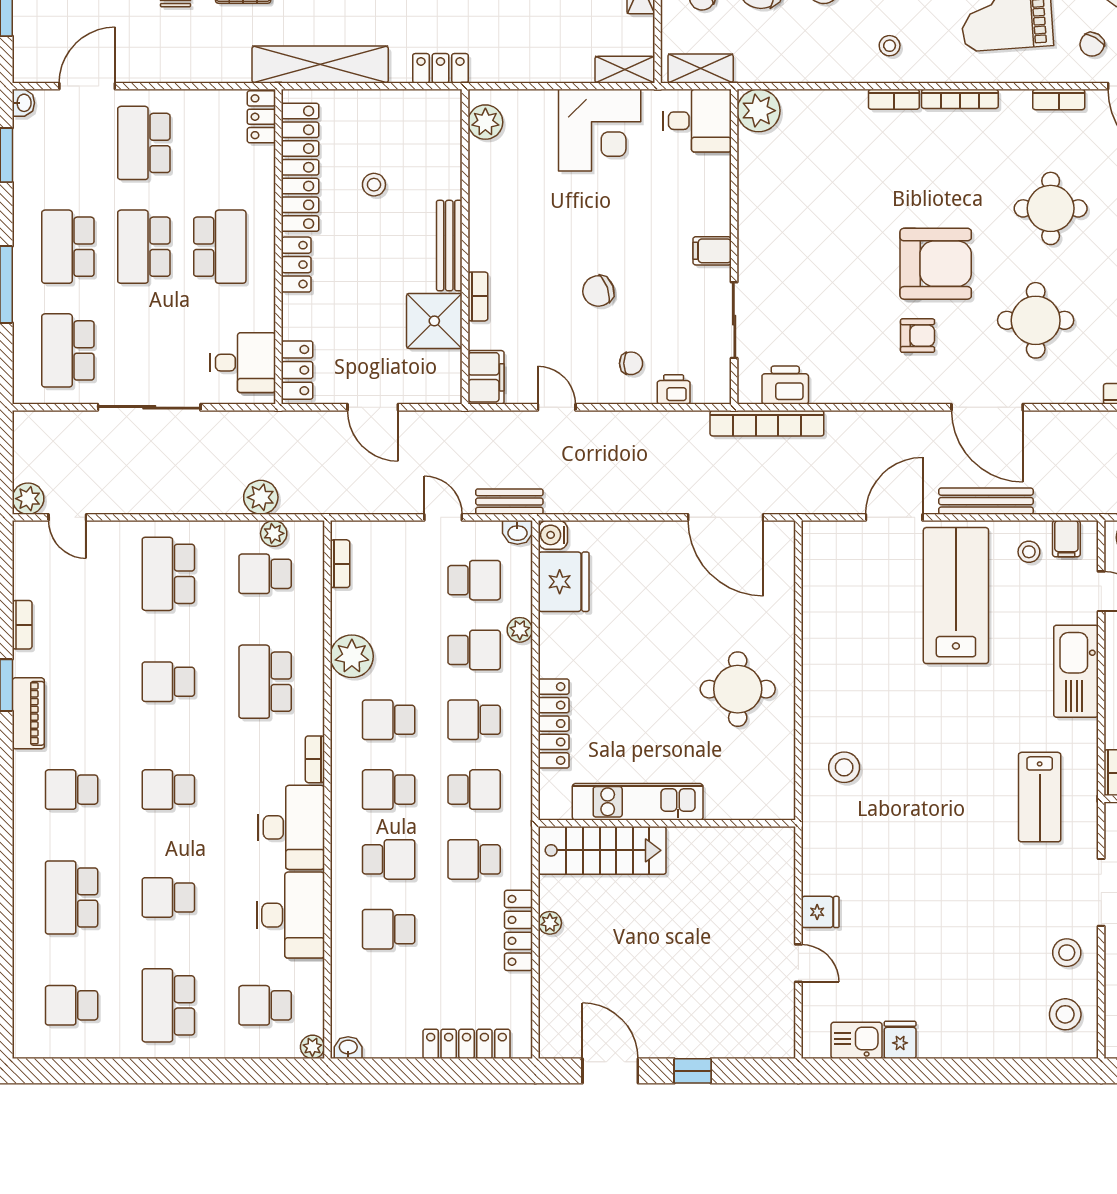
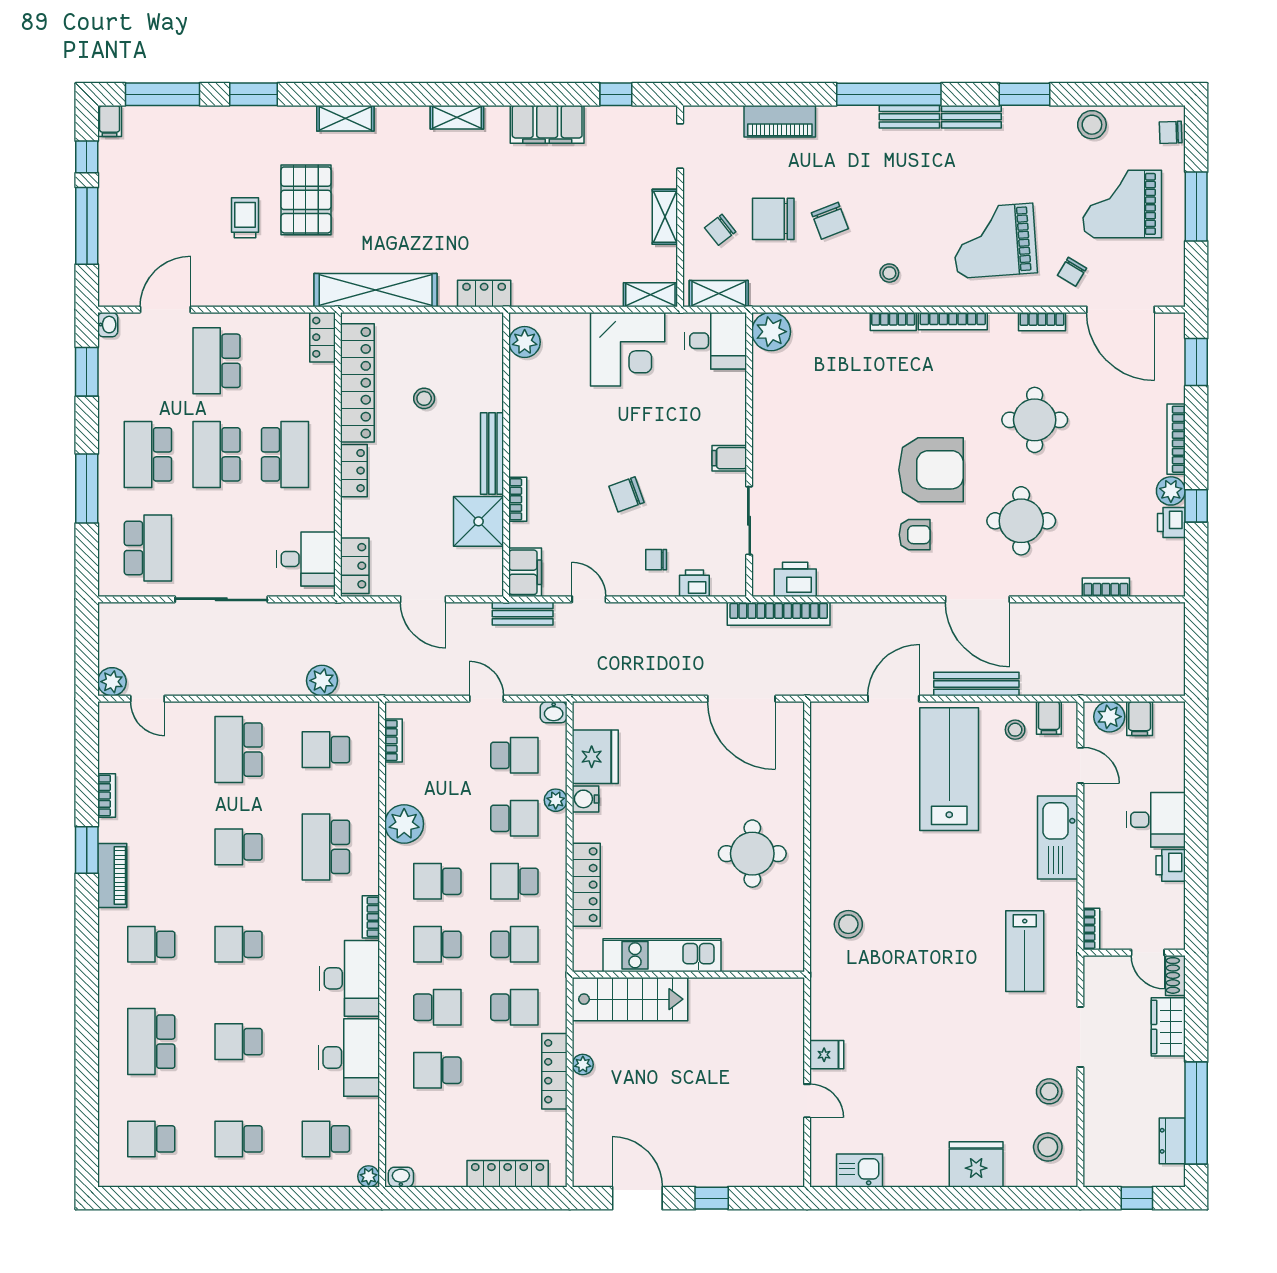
school desk: (68, 350) -> (148, 548), turned 180
chair: (631, 363) -> (656, 560), turned 180
bench: (509, 502) -> (523, 614), moved
plant: (274, 533) -> (334, 713), removed
water cooler: (553, 535) -> (586, 799), moved
school desk: (474, 859) -> (514, 1007), turned 180
school desk: (168, 1005) -> (239, 1139), width x0.54
fridge: (900, 1040) -> (976, 1164), moved, width x1.88, depth x1.34

